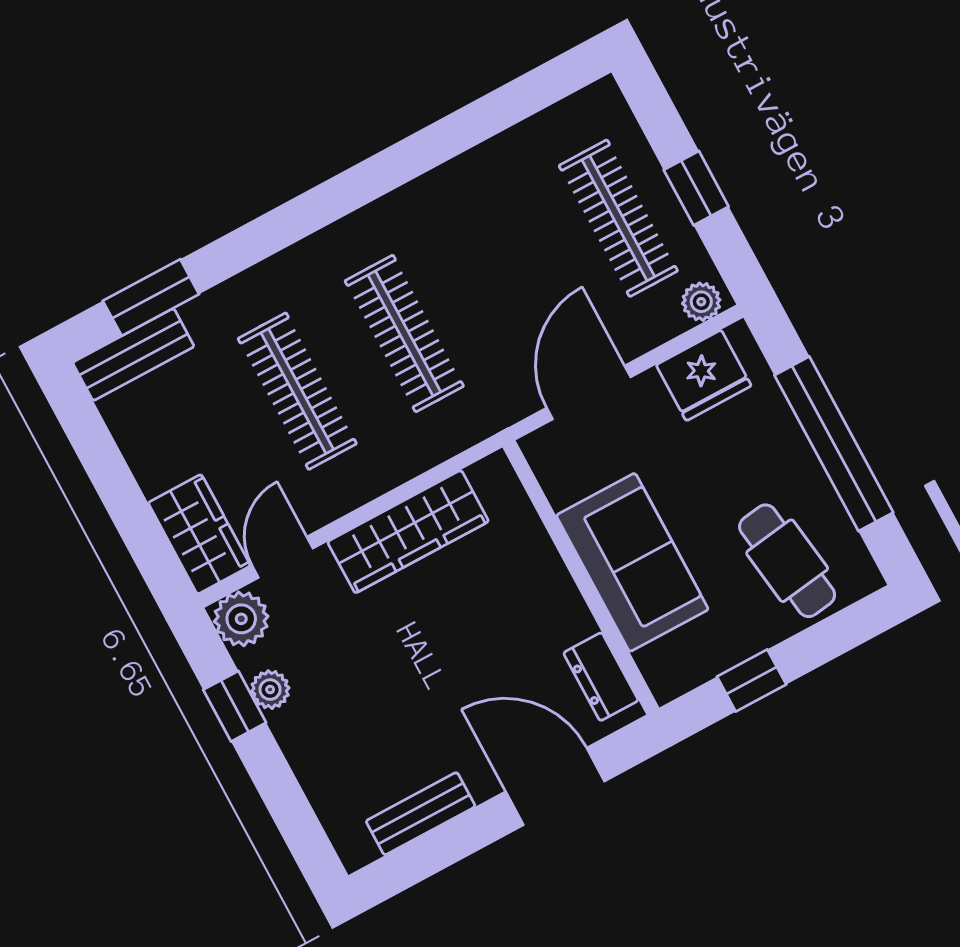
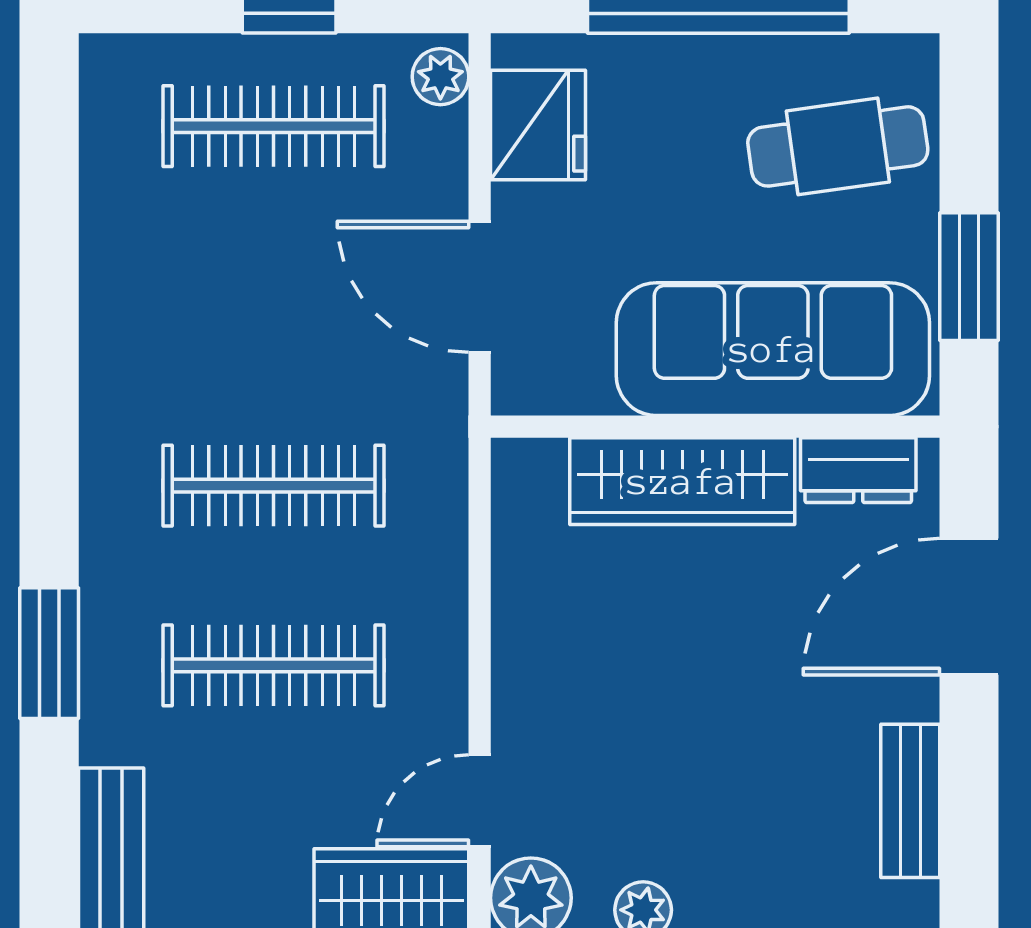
window: (151, 298) -> (49, 653), moved
wardrobe: (408, 532) -> (682, 481), moved, turned 90
door: (283, 557) -> (480, 801), hinge flipped
sofa: (632, 562) -> (773, 349), width x1.36
window: (752, 681) -> (969, 277), width x1.50

